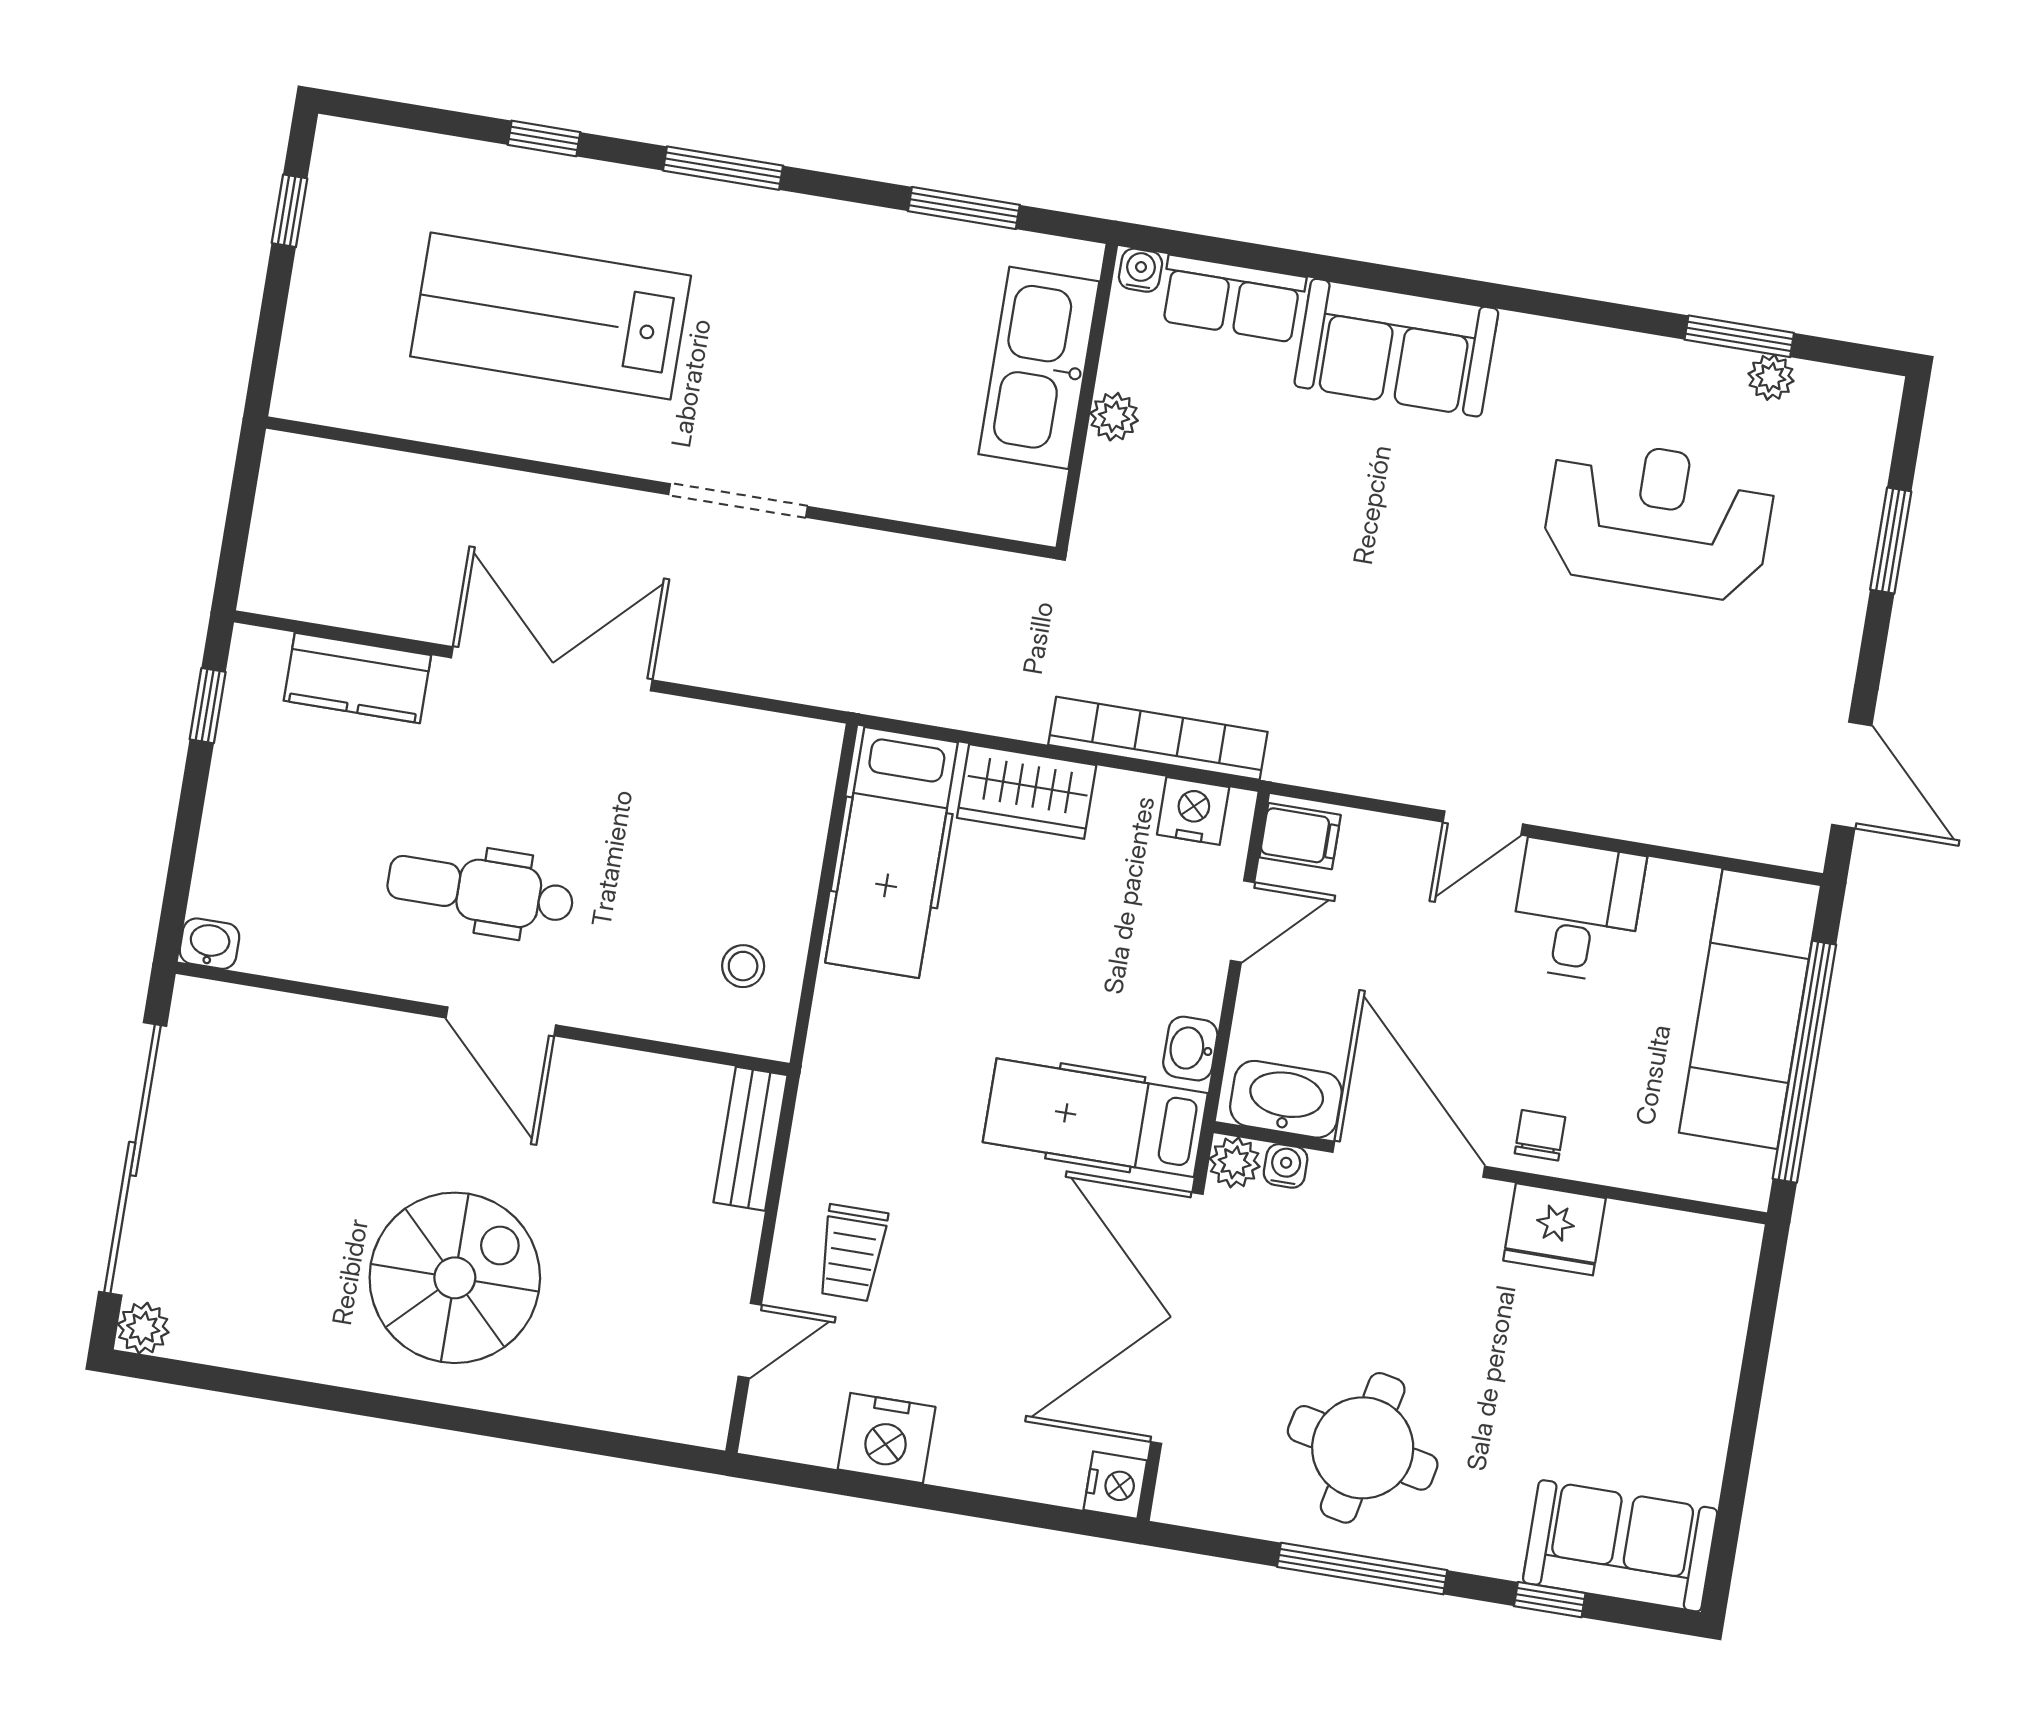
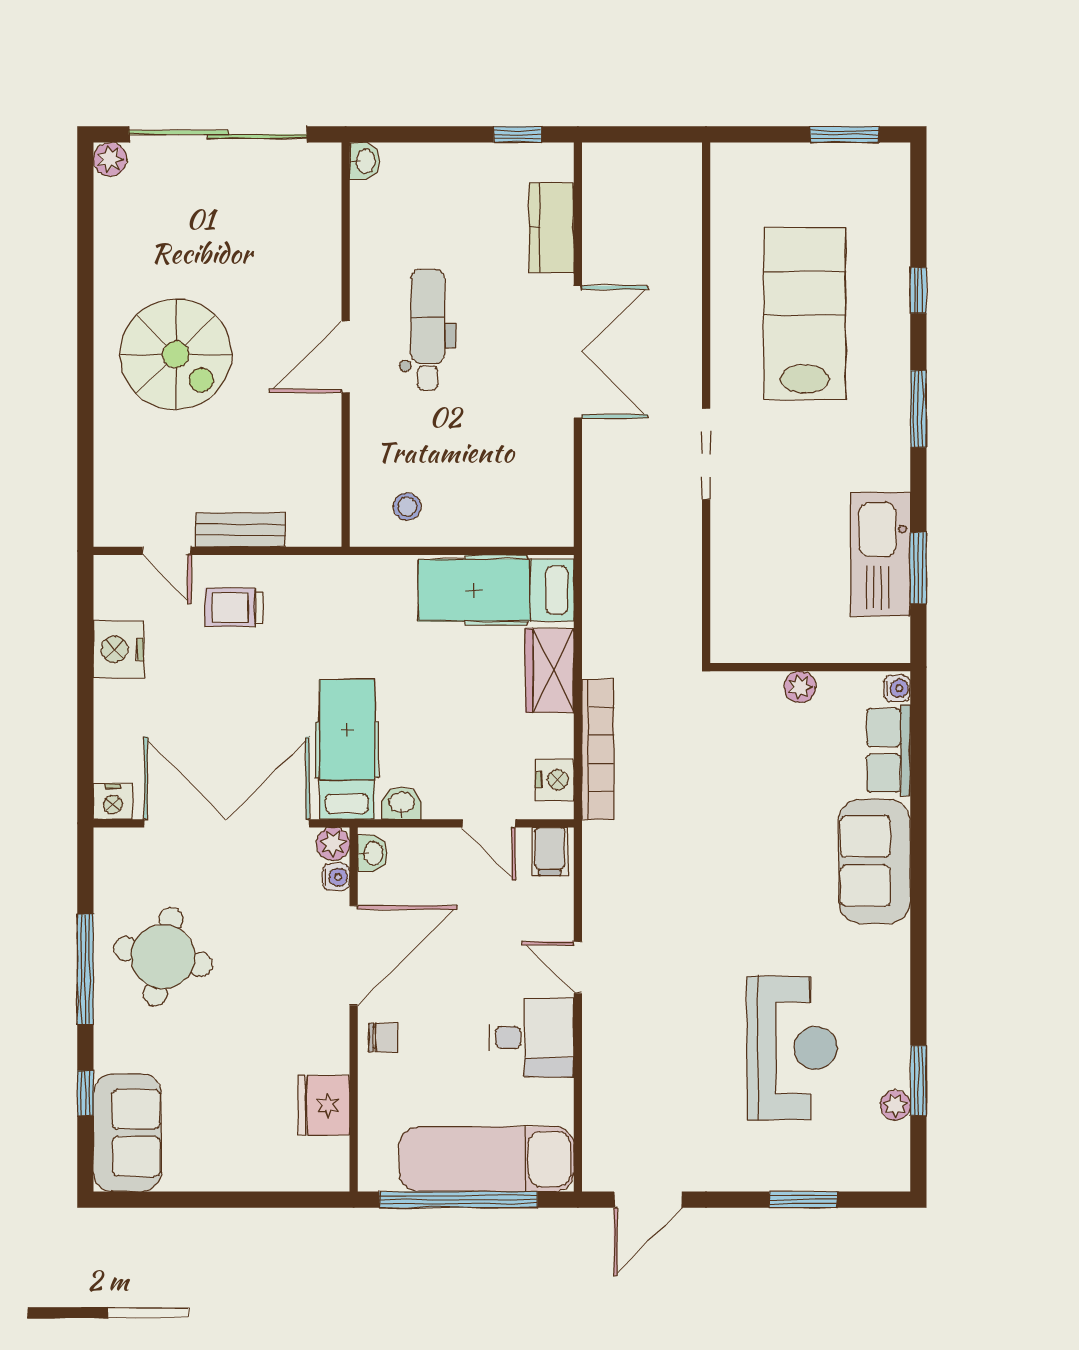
window: (290, 211) -> (845, 134), width x1.50
kitchen sink: (1039, 368) -> (880, 554), moved, turned -90
washbasin: (1286, 1099) -> (372, 853), width x0.52, depth x0.69
bench: (750, 1139) -> (241, 530), moved
fridge: (1554, 1229) -> (324, 1105), moved

